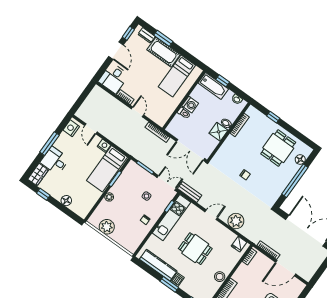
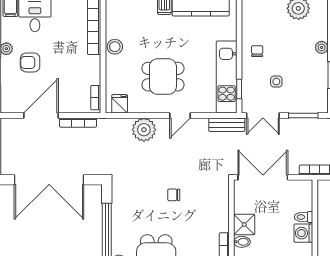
dining table: (195, 249) -> (163, 77), moved

